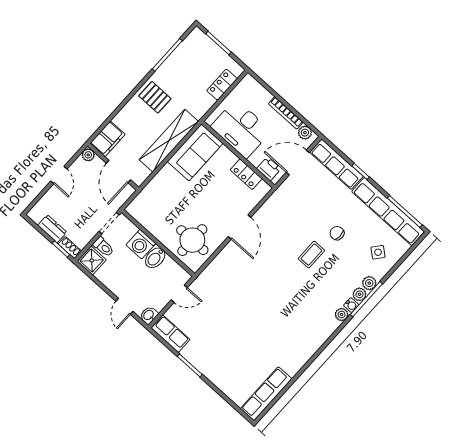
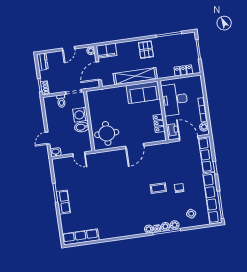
dresser: (52, 229) -> (42, 62), moved
shower: (92, 260) -> (50, 103), removed
row of seats: (170, 334) -> (63, 202), moved

